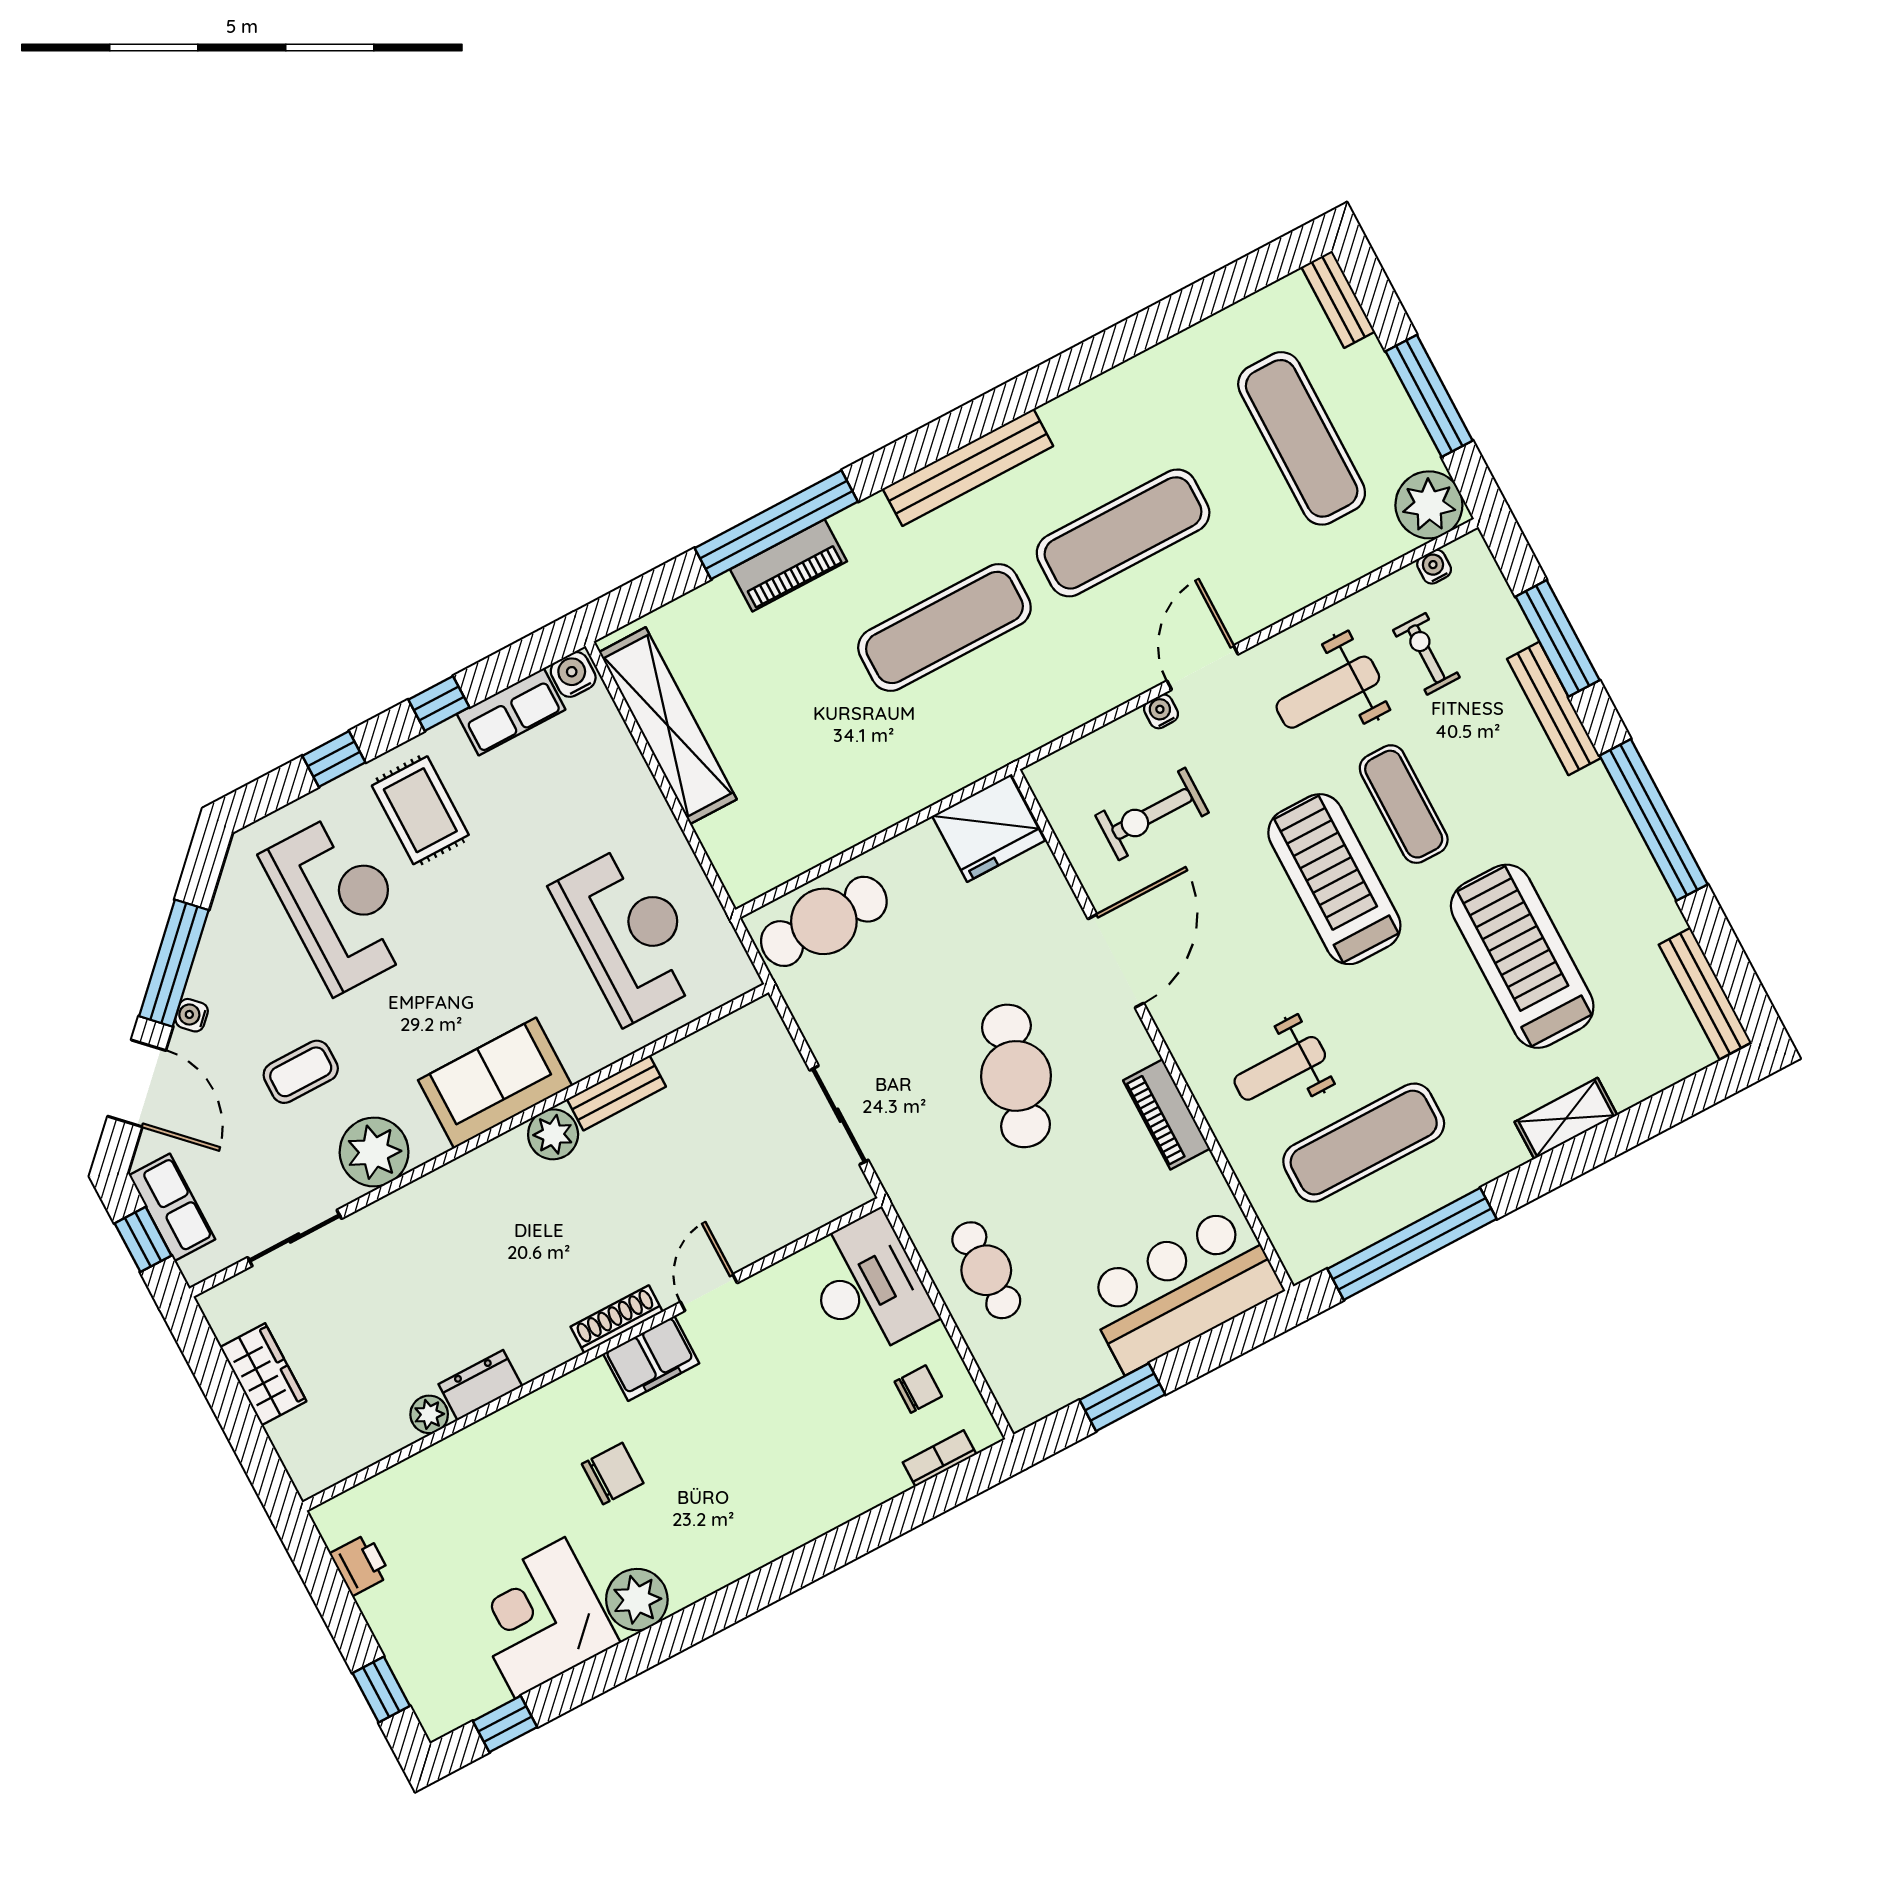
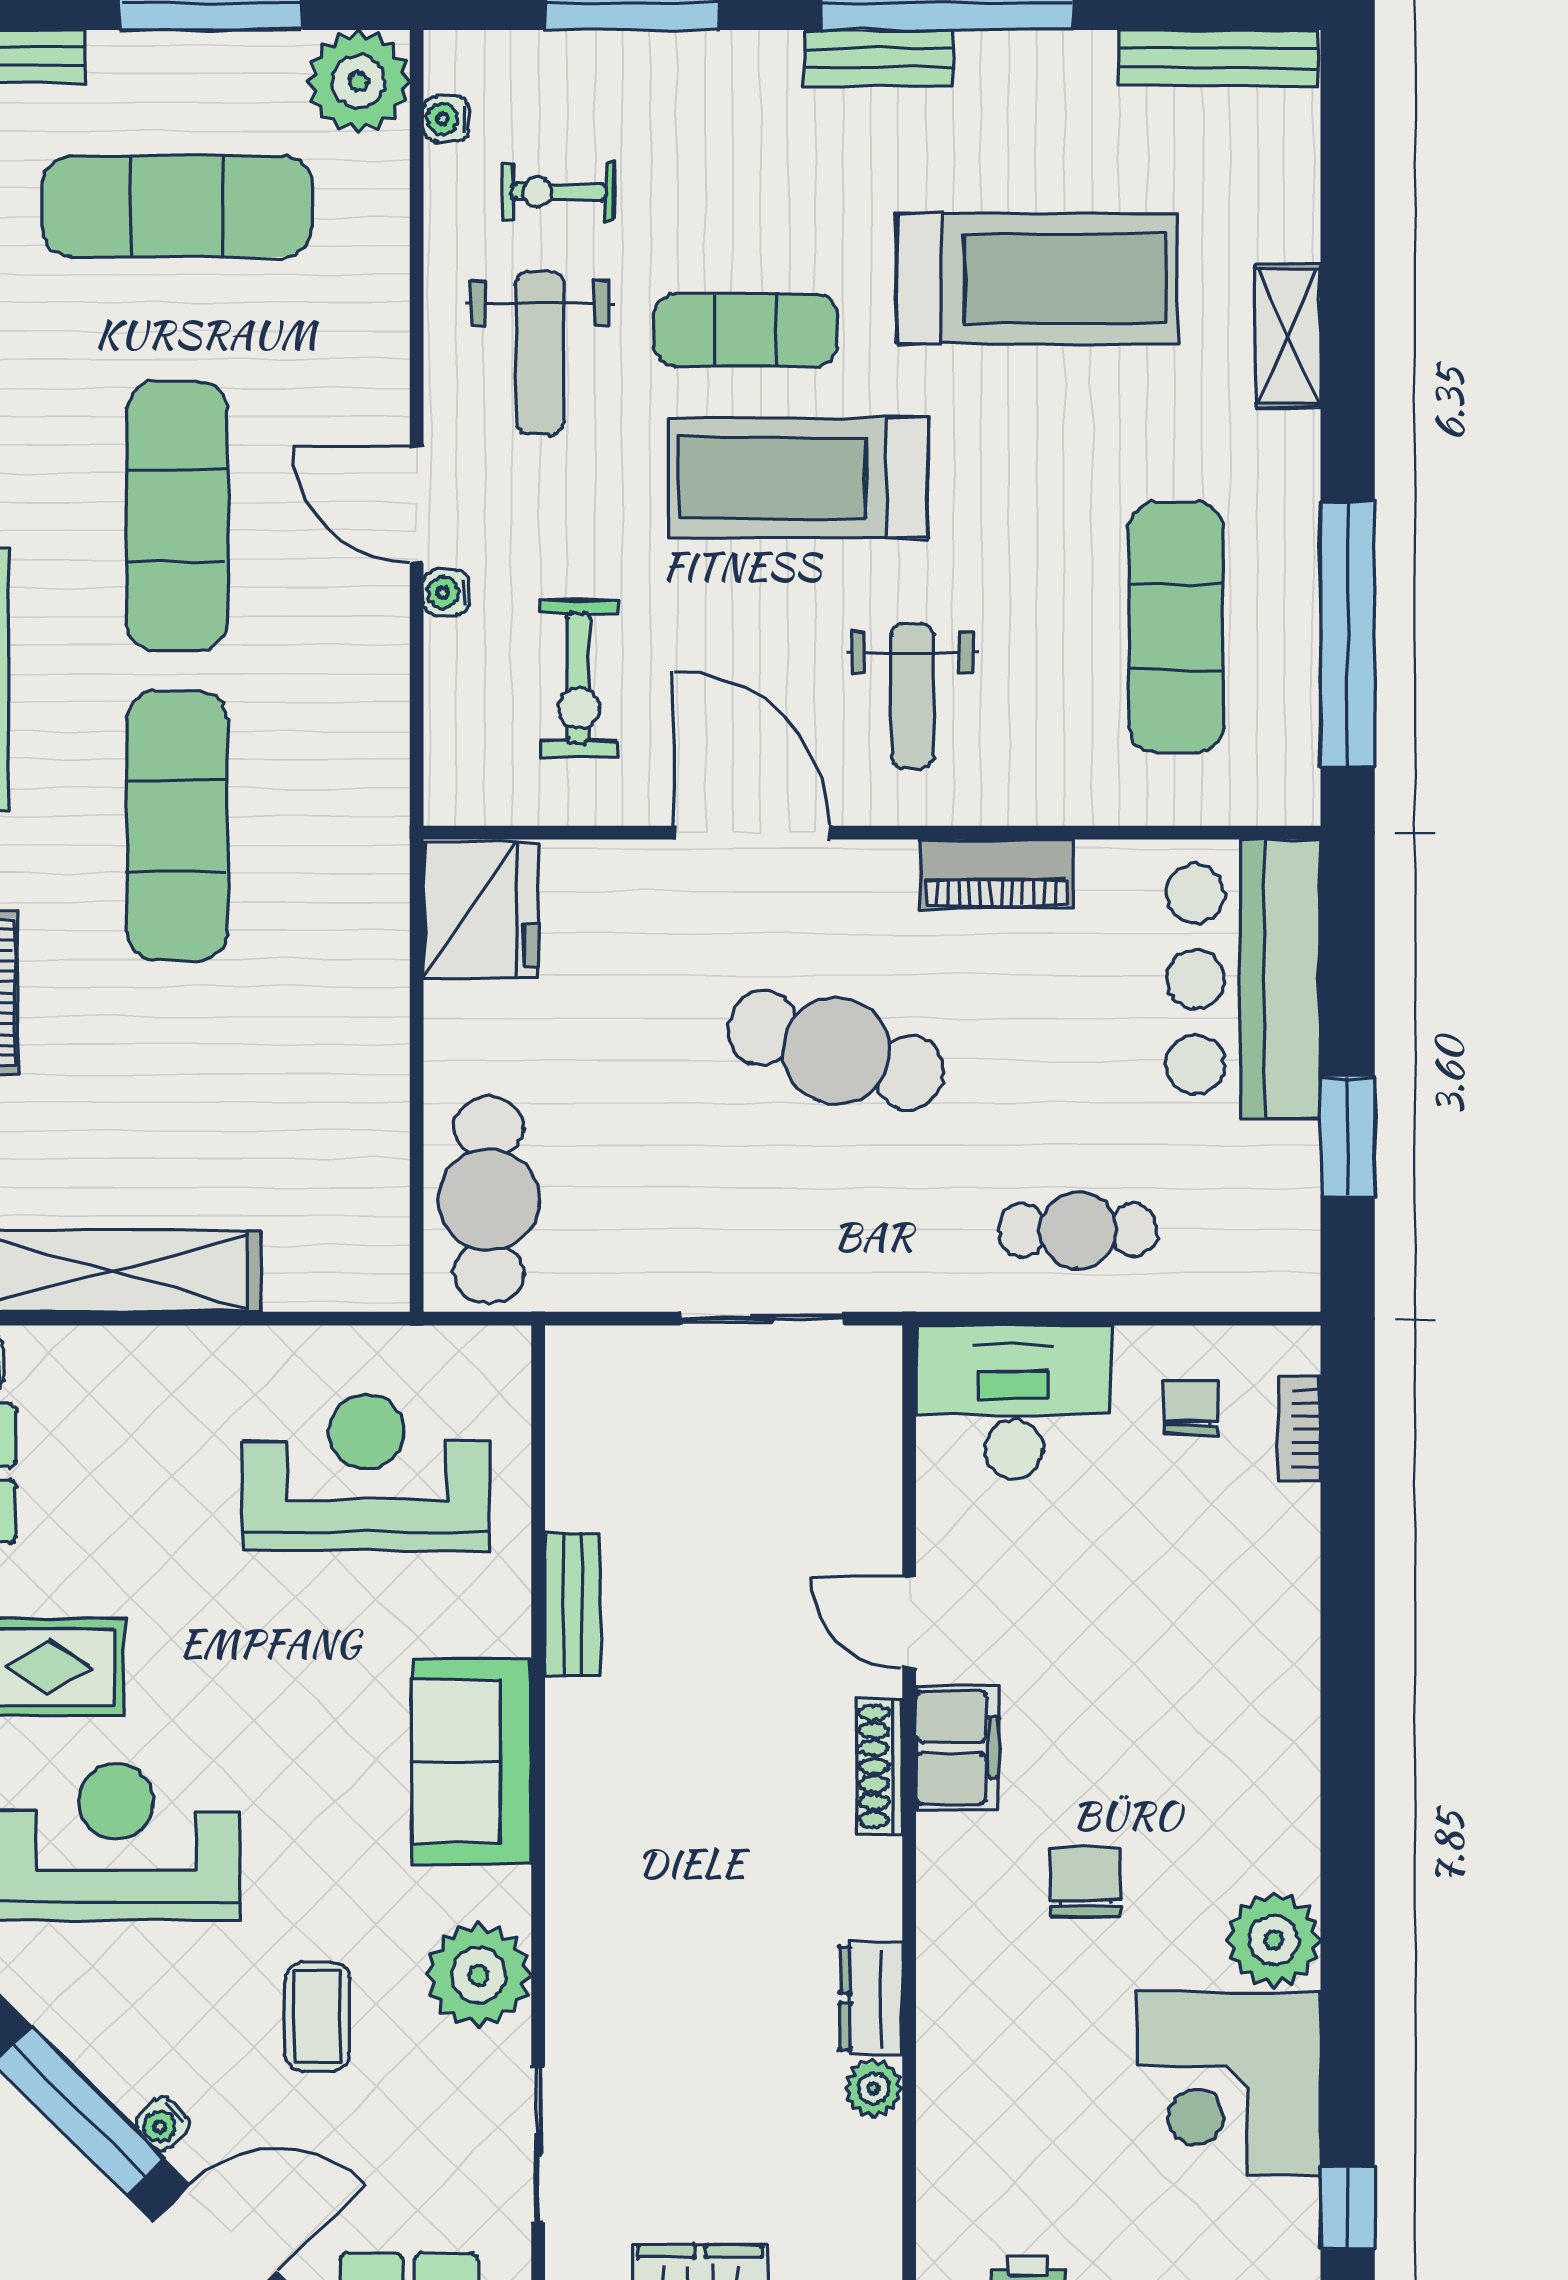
bench: (1554, 709) -> (878, 58), moved, width x0.73
treadmill: (1522, 956) -> (1037, 279), turned 180
weight bench: (1280, 1068) -> (912, 696), moved
plant: (553, 1134) -> (583, 1720), removed

